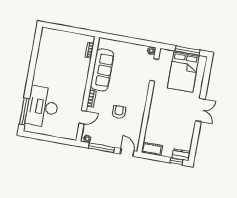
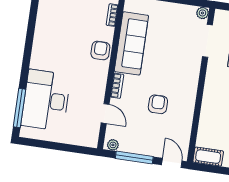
armchair: (81, 74) -> (100, 50), added
door: (83, 117) -> (105, 114), hinge flipped

